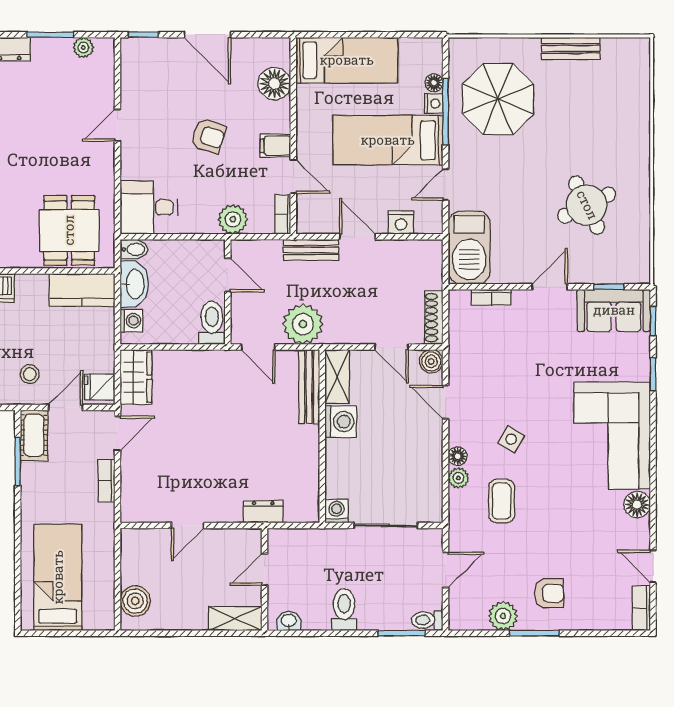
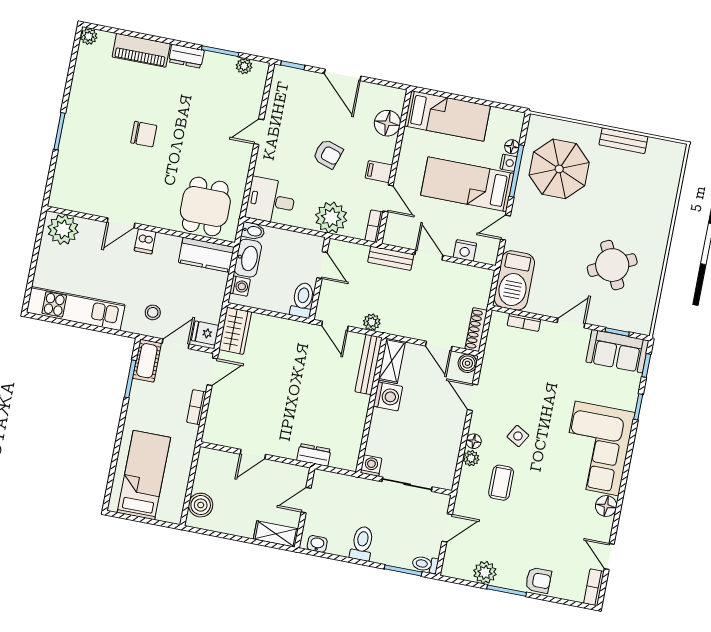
plant: (233, 219) -> (331, 218), width x1.36, depth x1.36
plant: (303, 324) -> (372, 322), width x0.53, depth x0.53
armchair: (549, 593) -> (538, 580), moved

